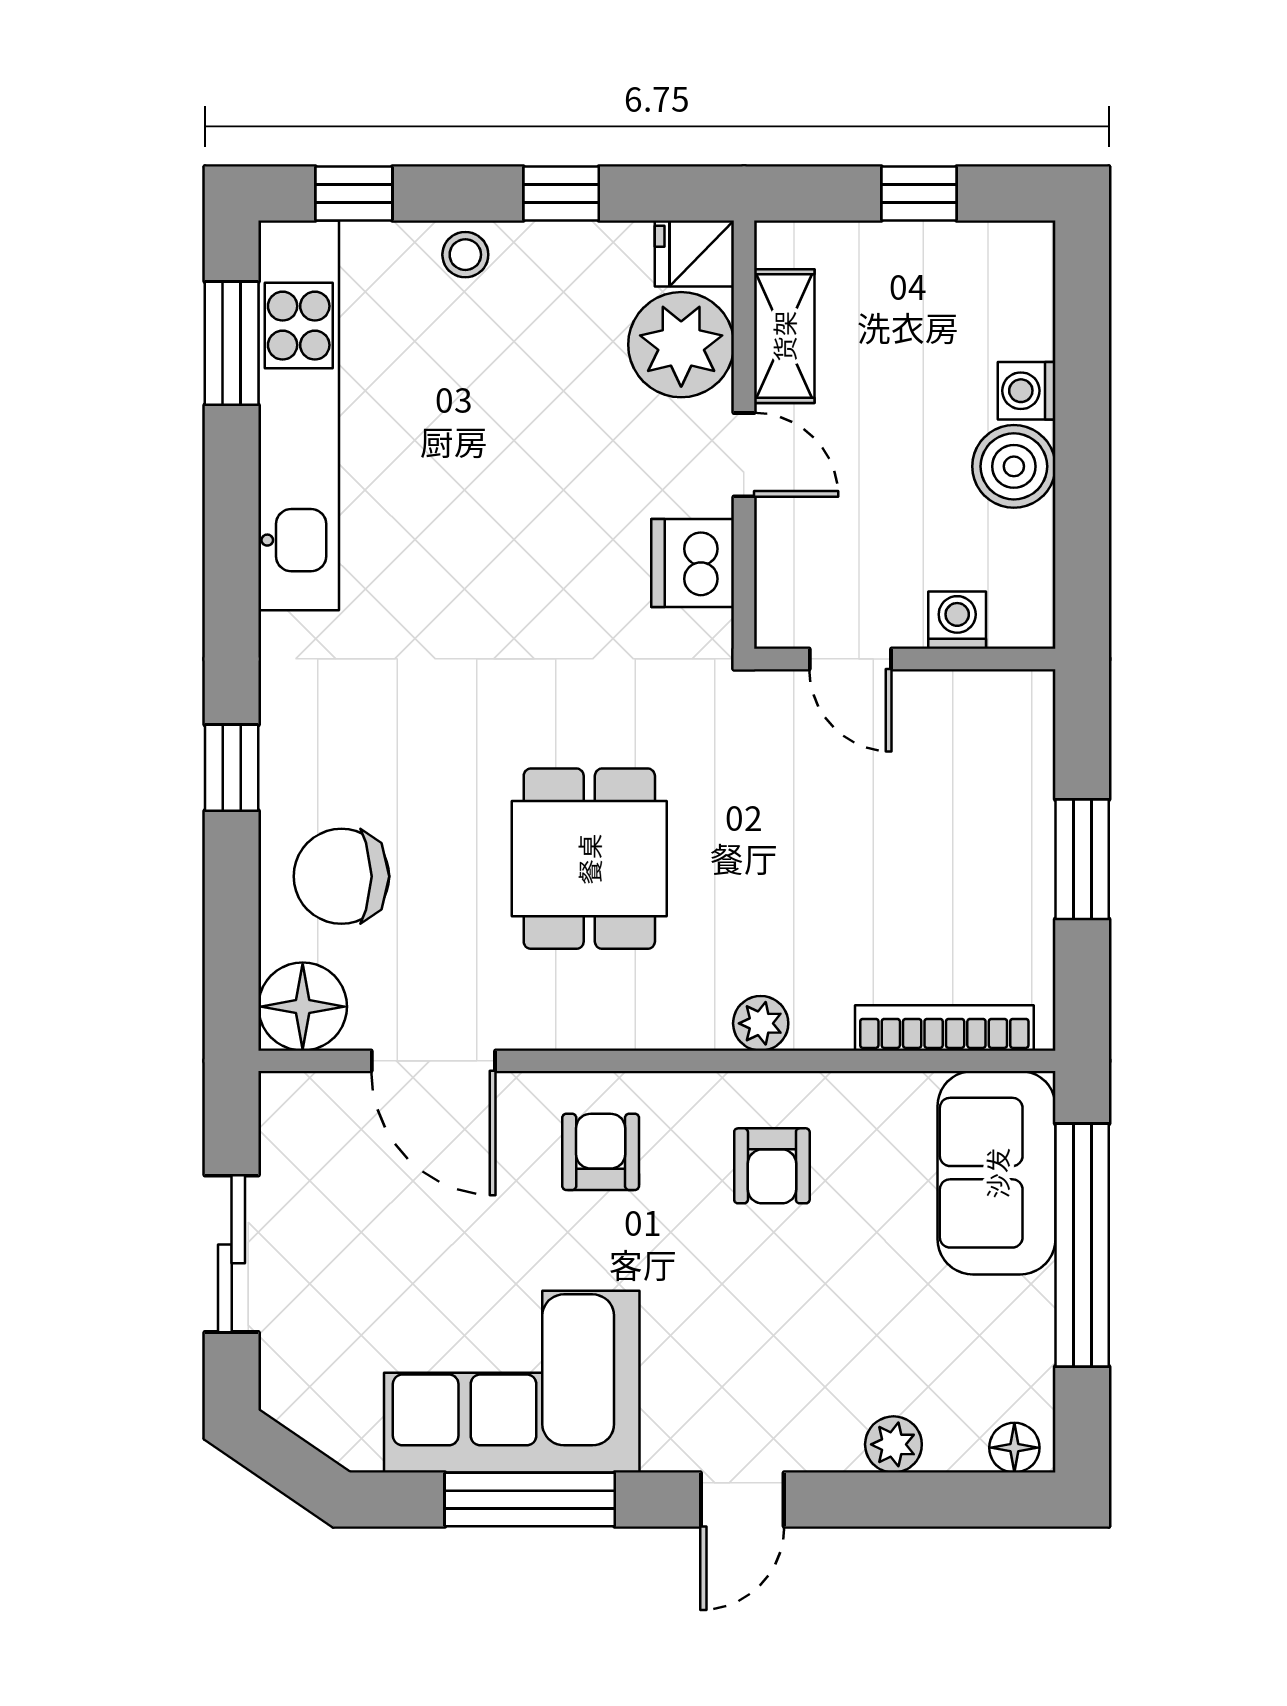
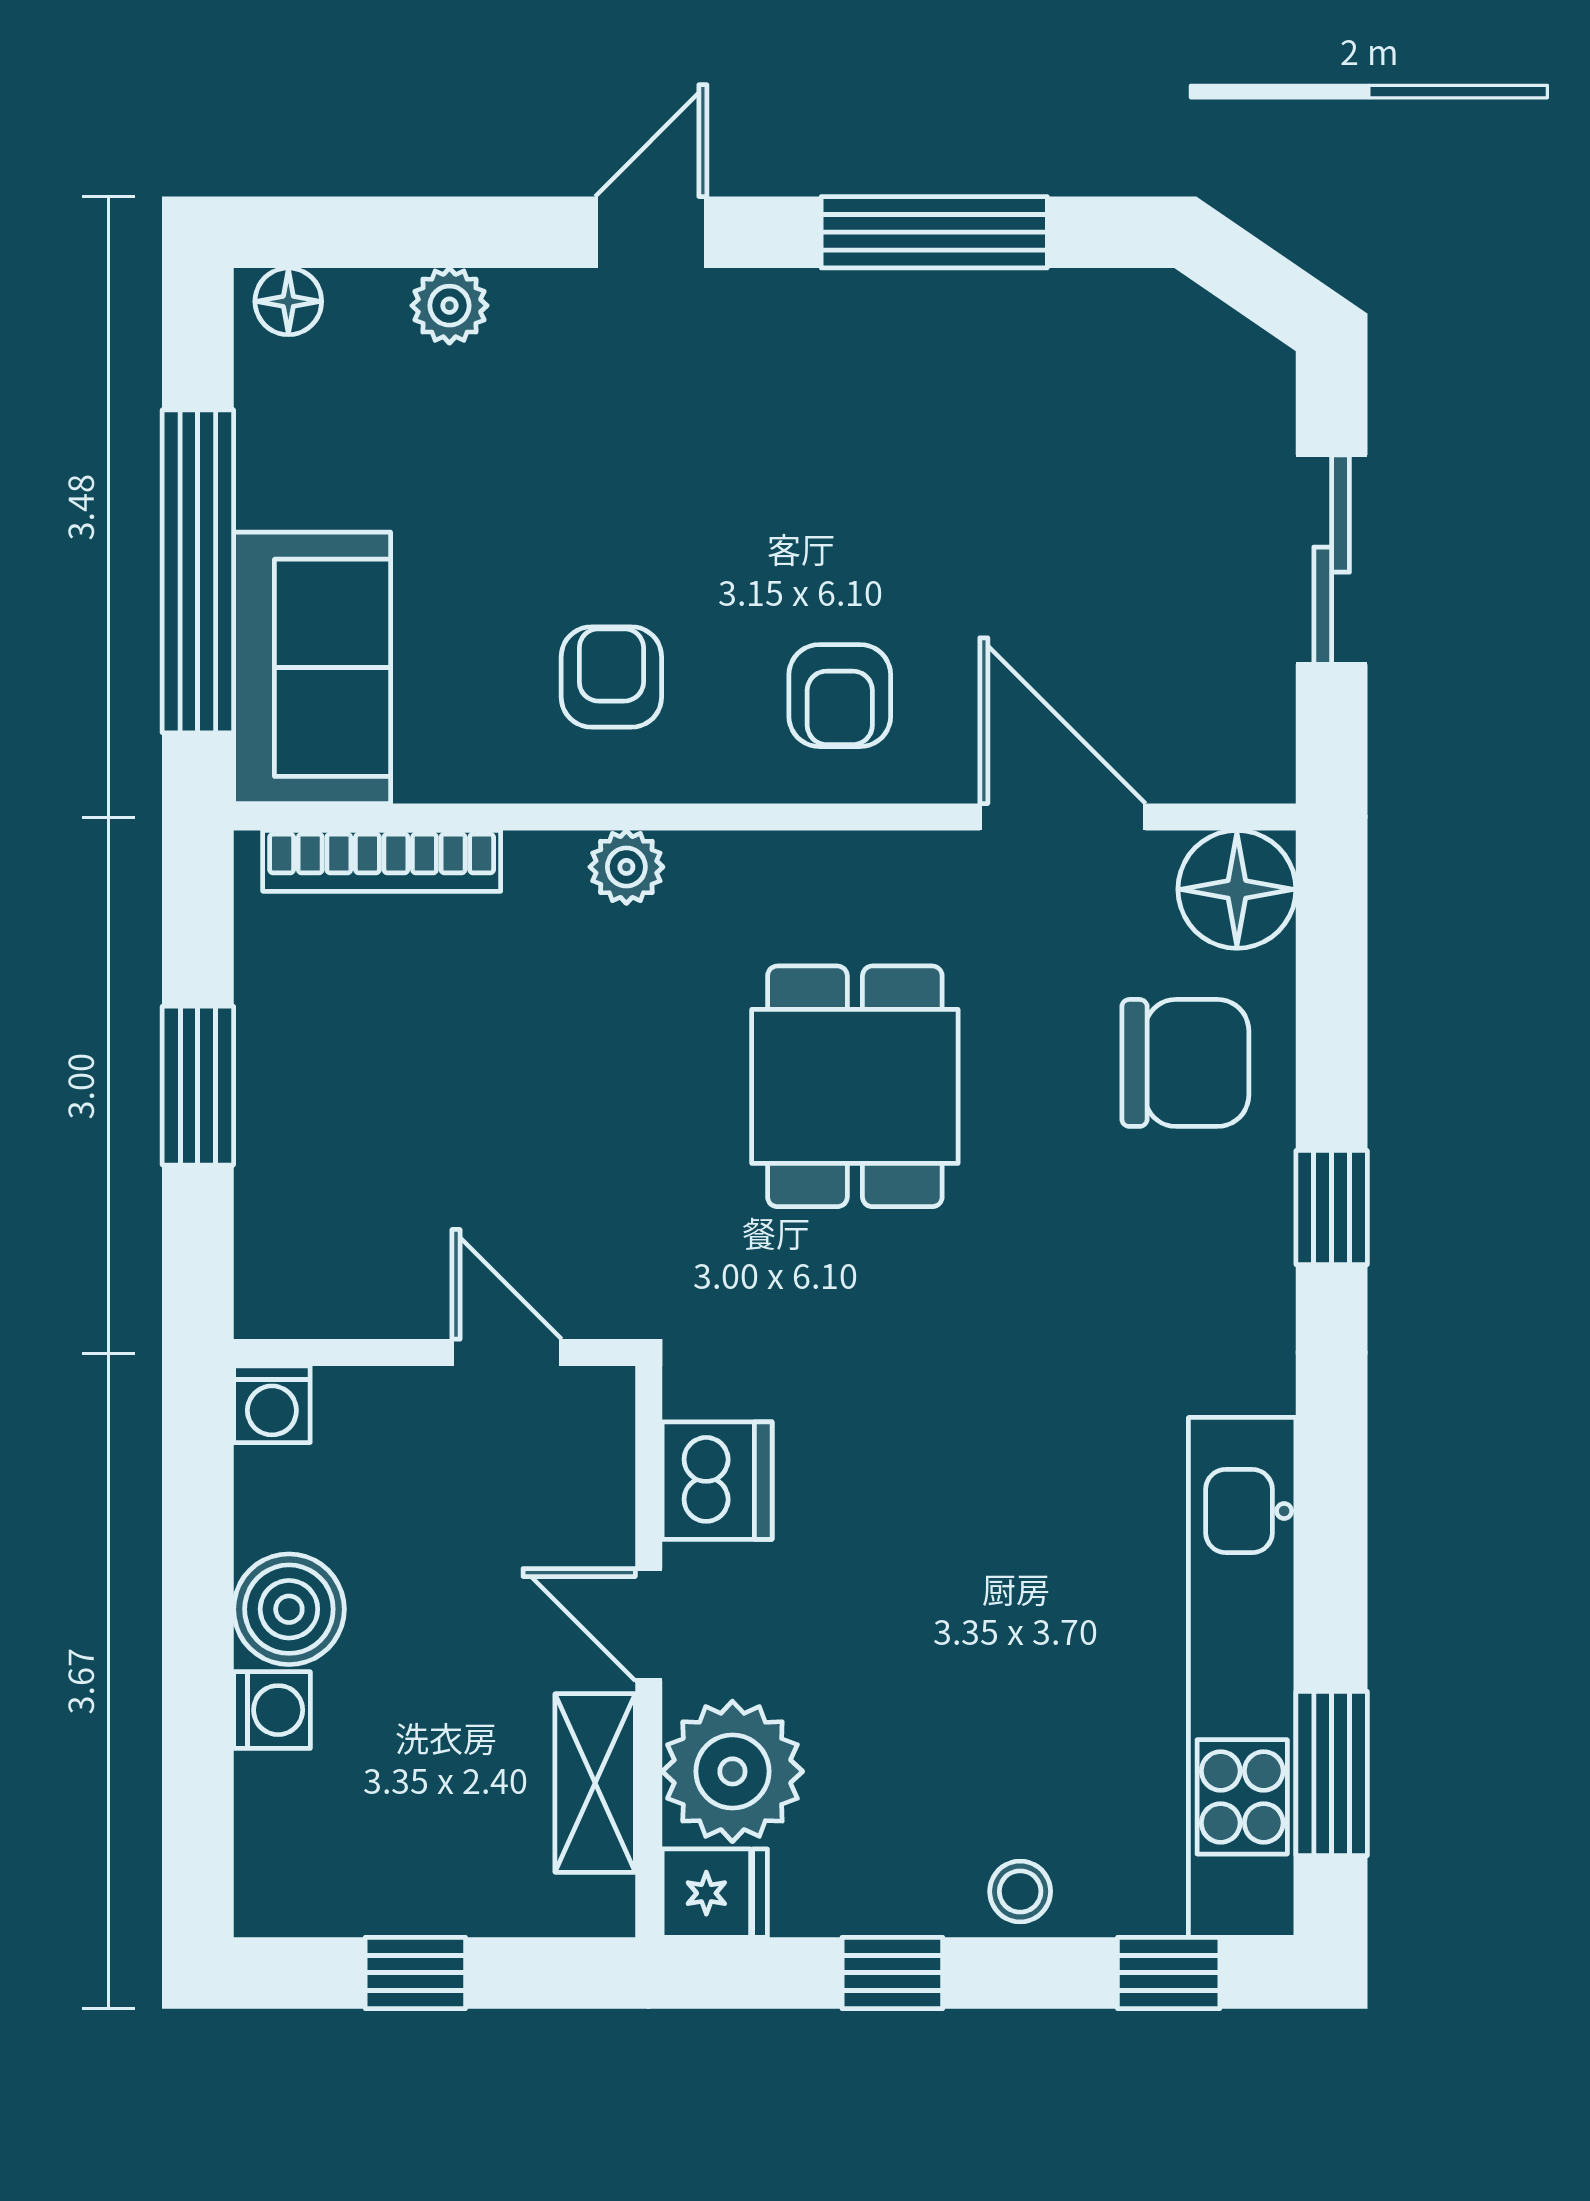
washing machine: (957, 620) -> (272, 1404), moved
corner sofa: (512, 1382) -> (958, 389), removed

